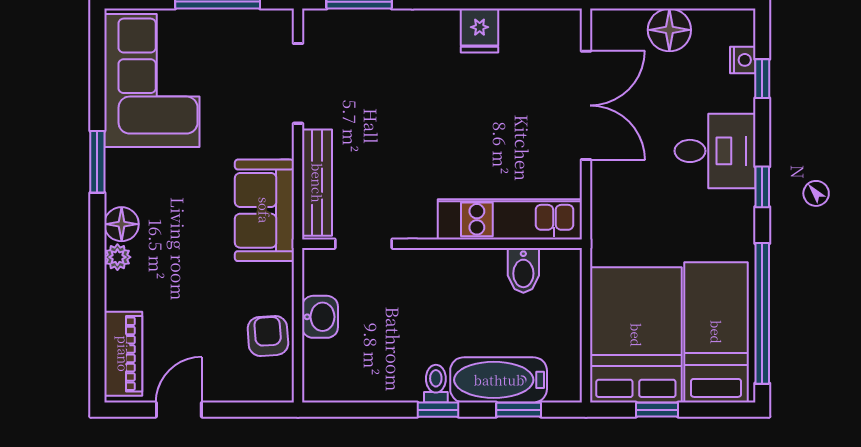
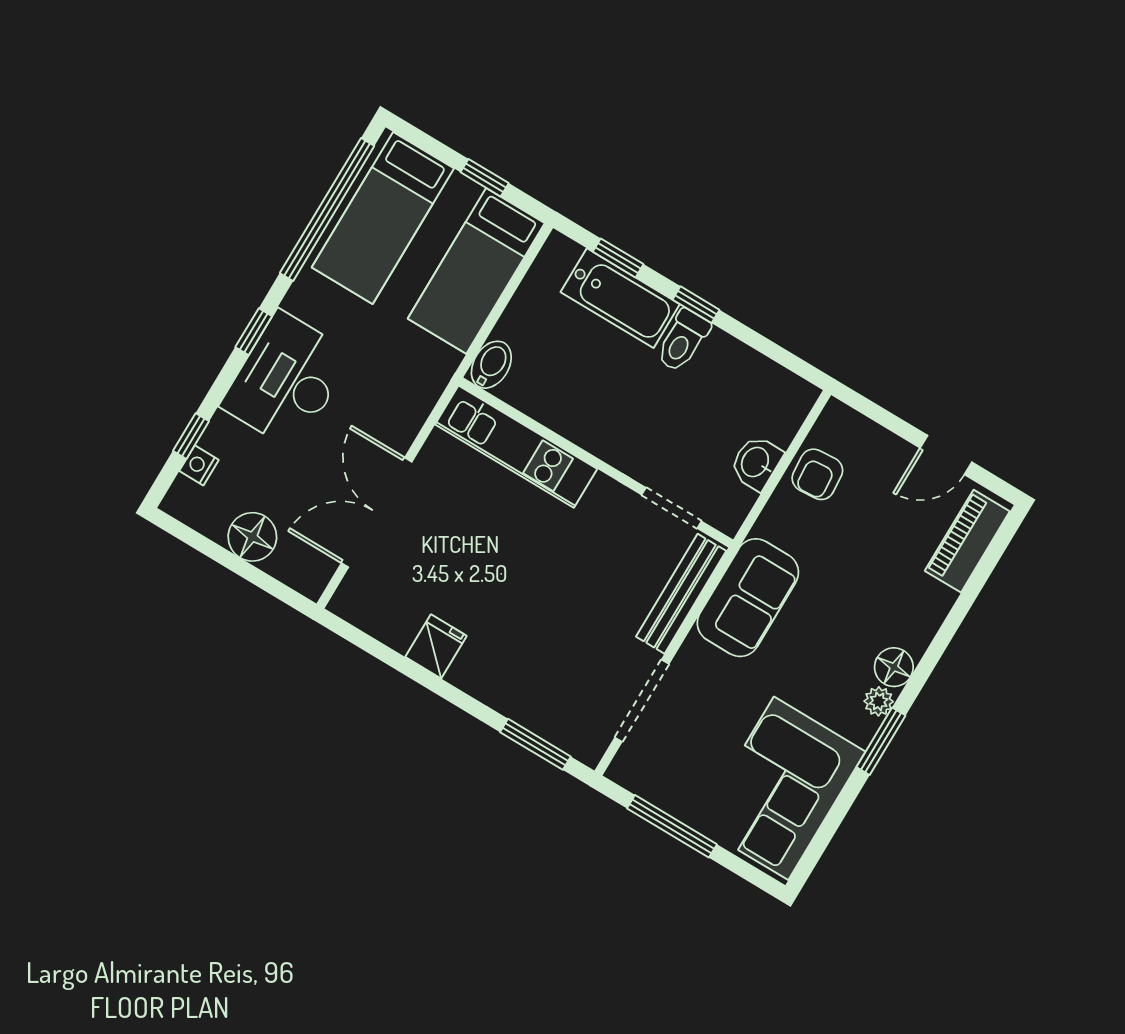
desk: (715, 151) -> (287, 380), width x1.37
plant: (117, 257) -> (879, 701), moved
bidet: (523, 270) -> (491, 365), moved
bed: (636, 335) -> (476, 271), width x0.67
toilet: (436, 384) -> (683, 341), width x1.37, depth x1.39

